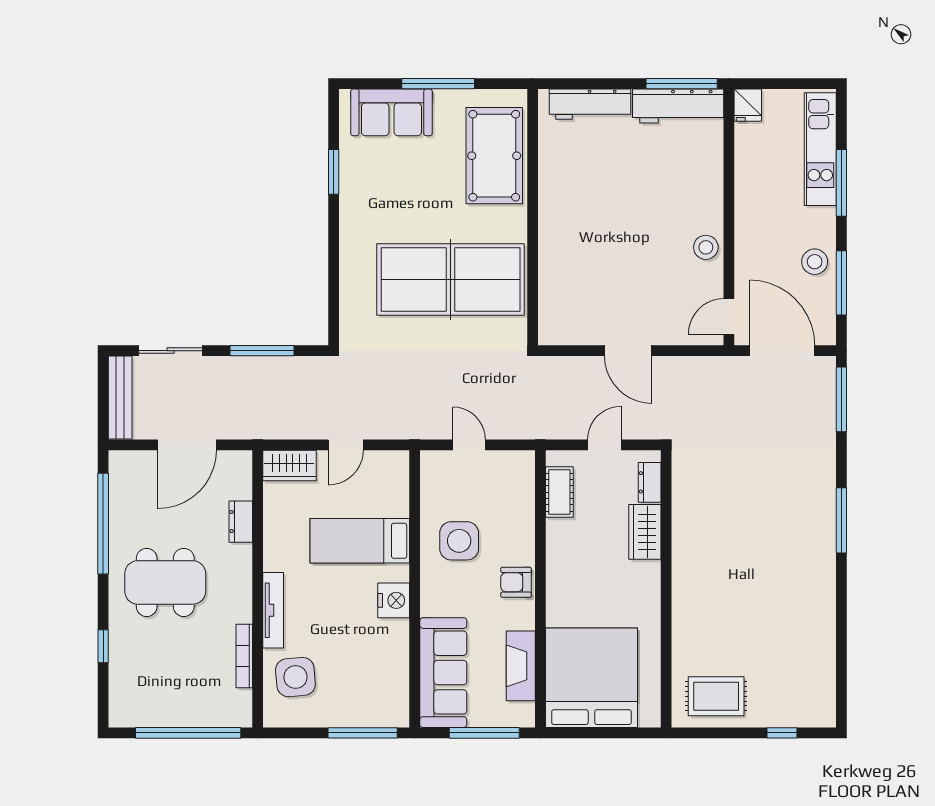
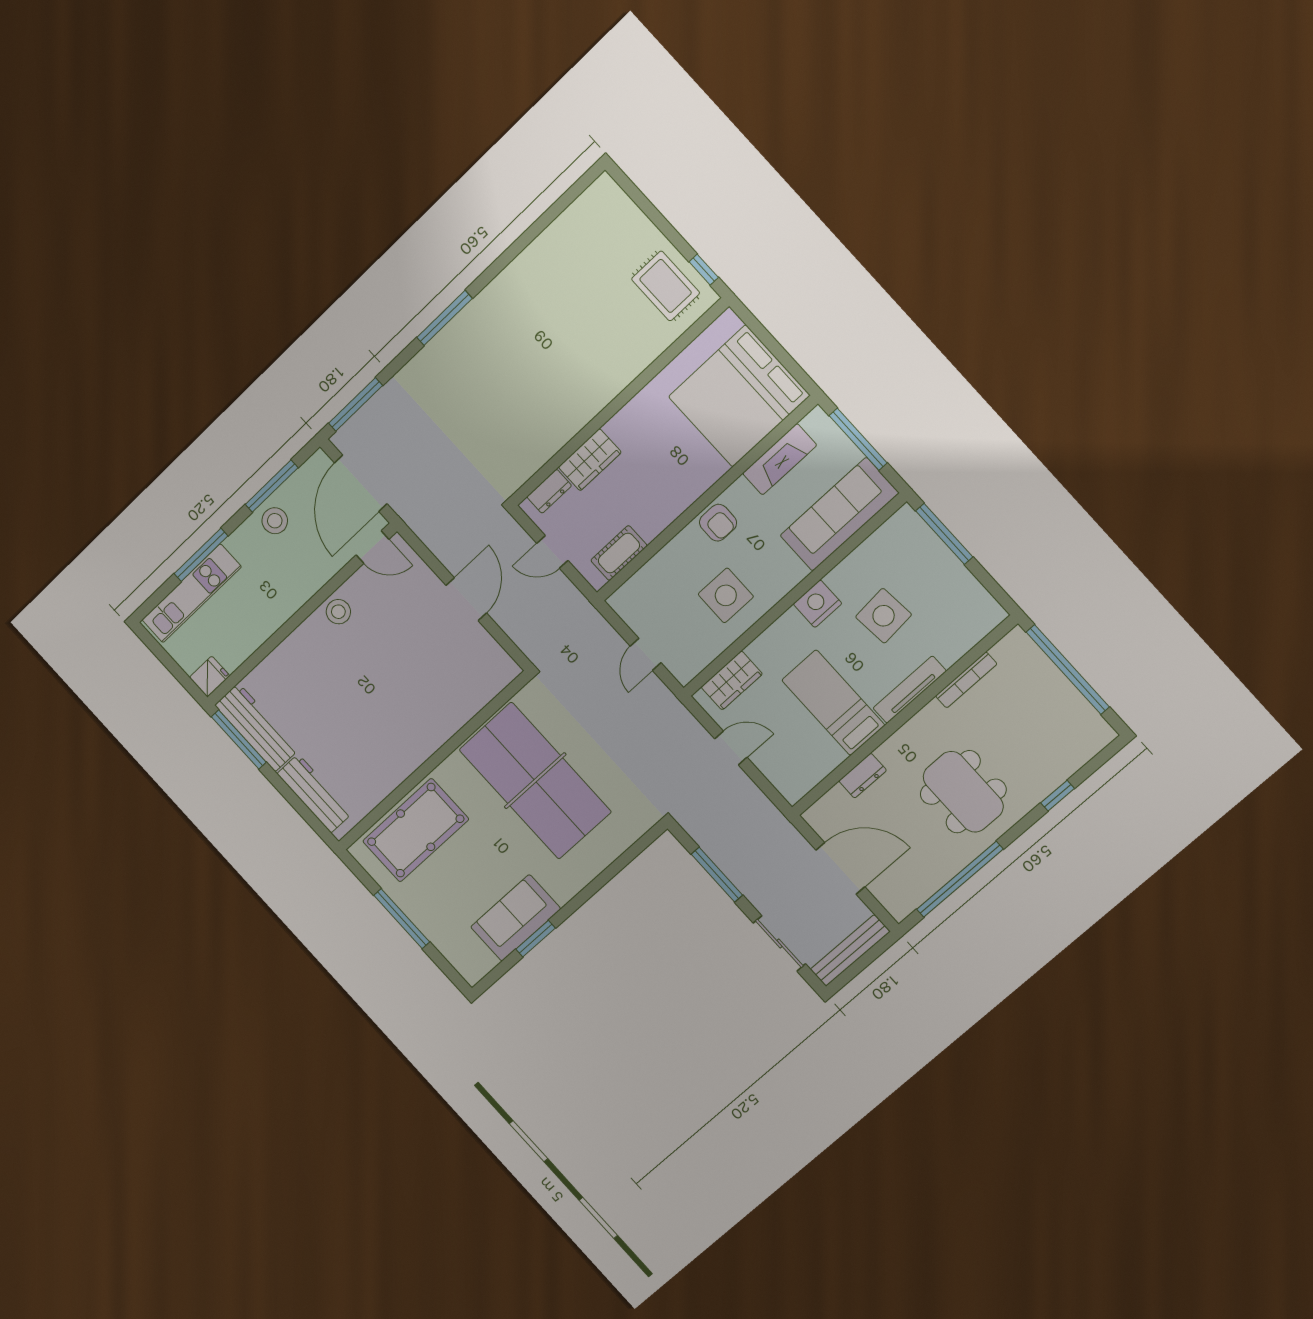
sofa: (391, 112) -> (516, 918), moved, turned -90
wardrobe: (289, 466) -> (732, 681), moved, turned 90
bed: (360, 541) -> (833, 703), moved, turned 180
side table: (295, 677) -> (884, 616), moved
window: (782, 733) -> (704, 270), moved

